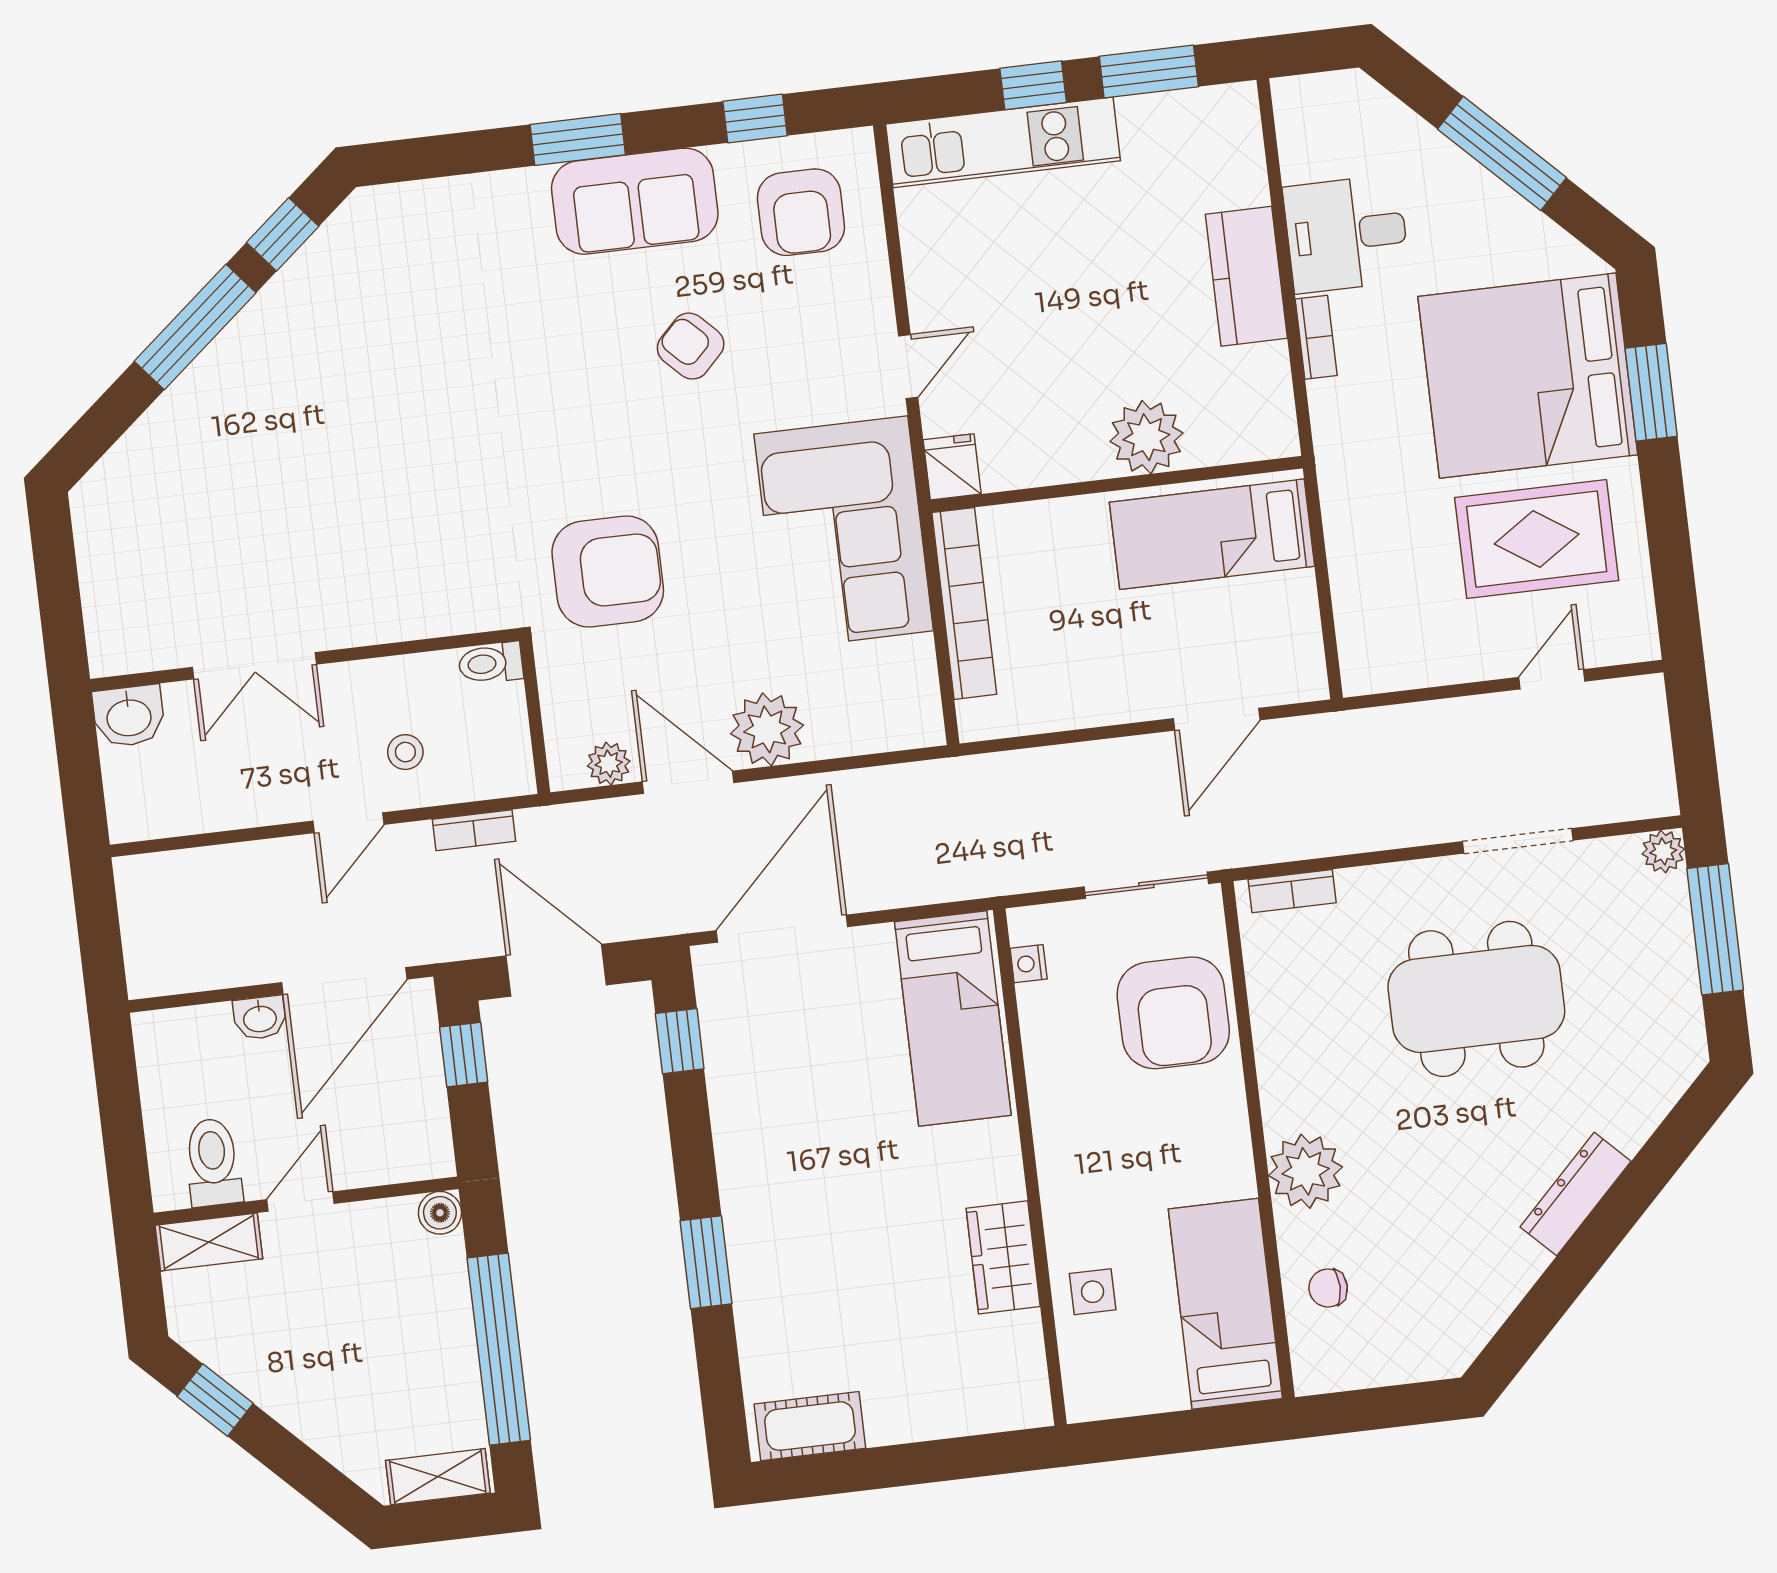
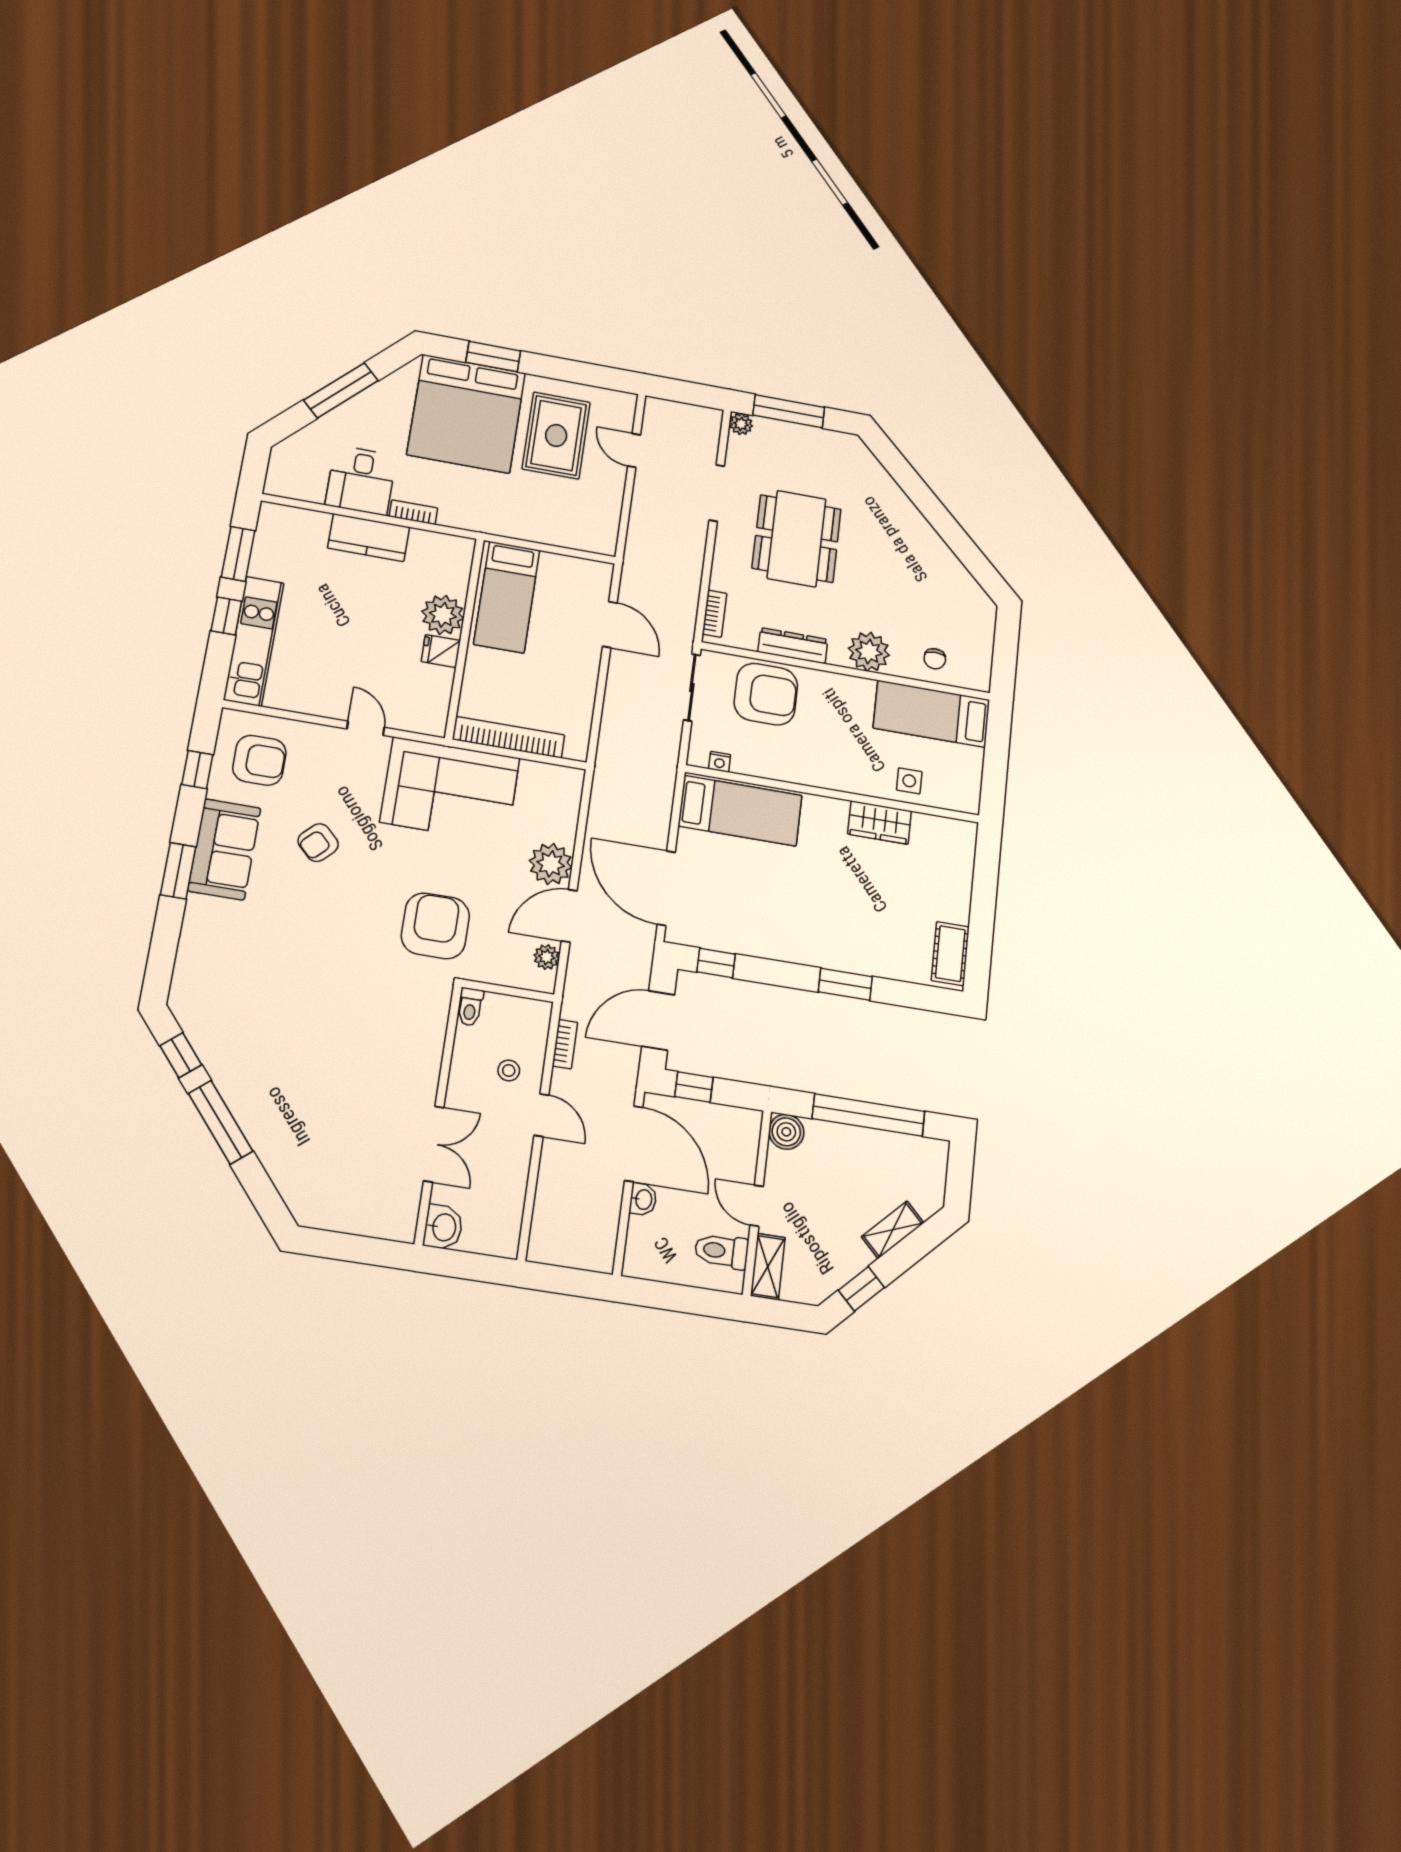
fridge: (952, 467) -> (441, 651), moved
dresser: (1576, 1194) -> (793, 646), moved, turned 135
boiler: (440, 1213) -> (786, 1132), width x1.36, depth x1.36
shelving: (438, 1477) -> (893, 1230), moved, turned 45

